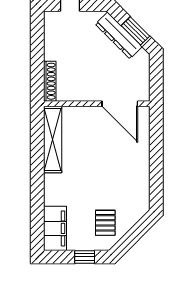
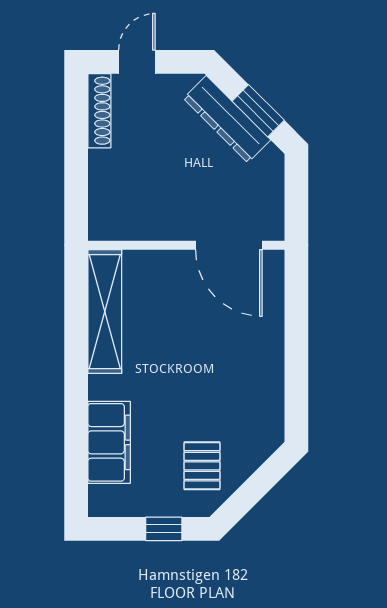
shoe rack: (50, 81) -> (99, 111), moved
filing cabinet: (55, 228) -> (109, 442), moved

